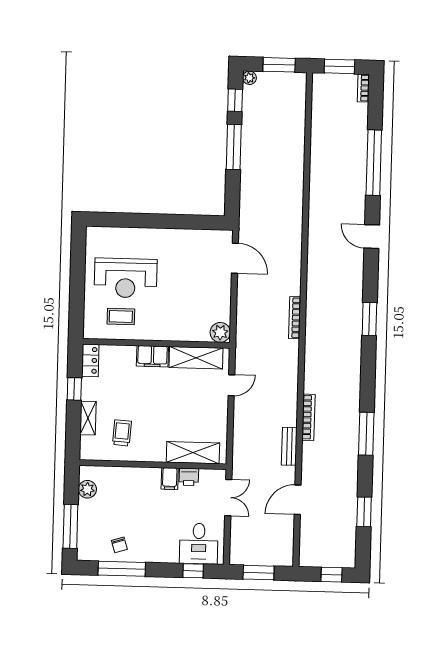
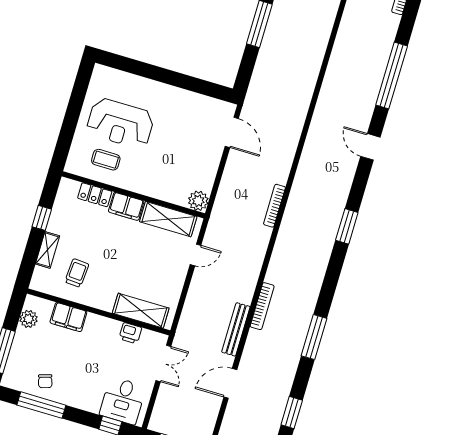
locker: (90, 360) -> (95, 195), moved, turned 90
bench: (289, 446) -> (236, 329), width x1.36
filing cabinet: (170, 479) -> (68, 317), moved, width x2.00

